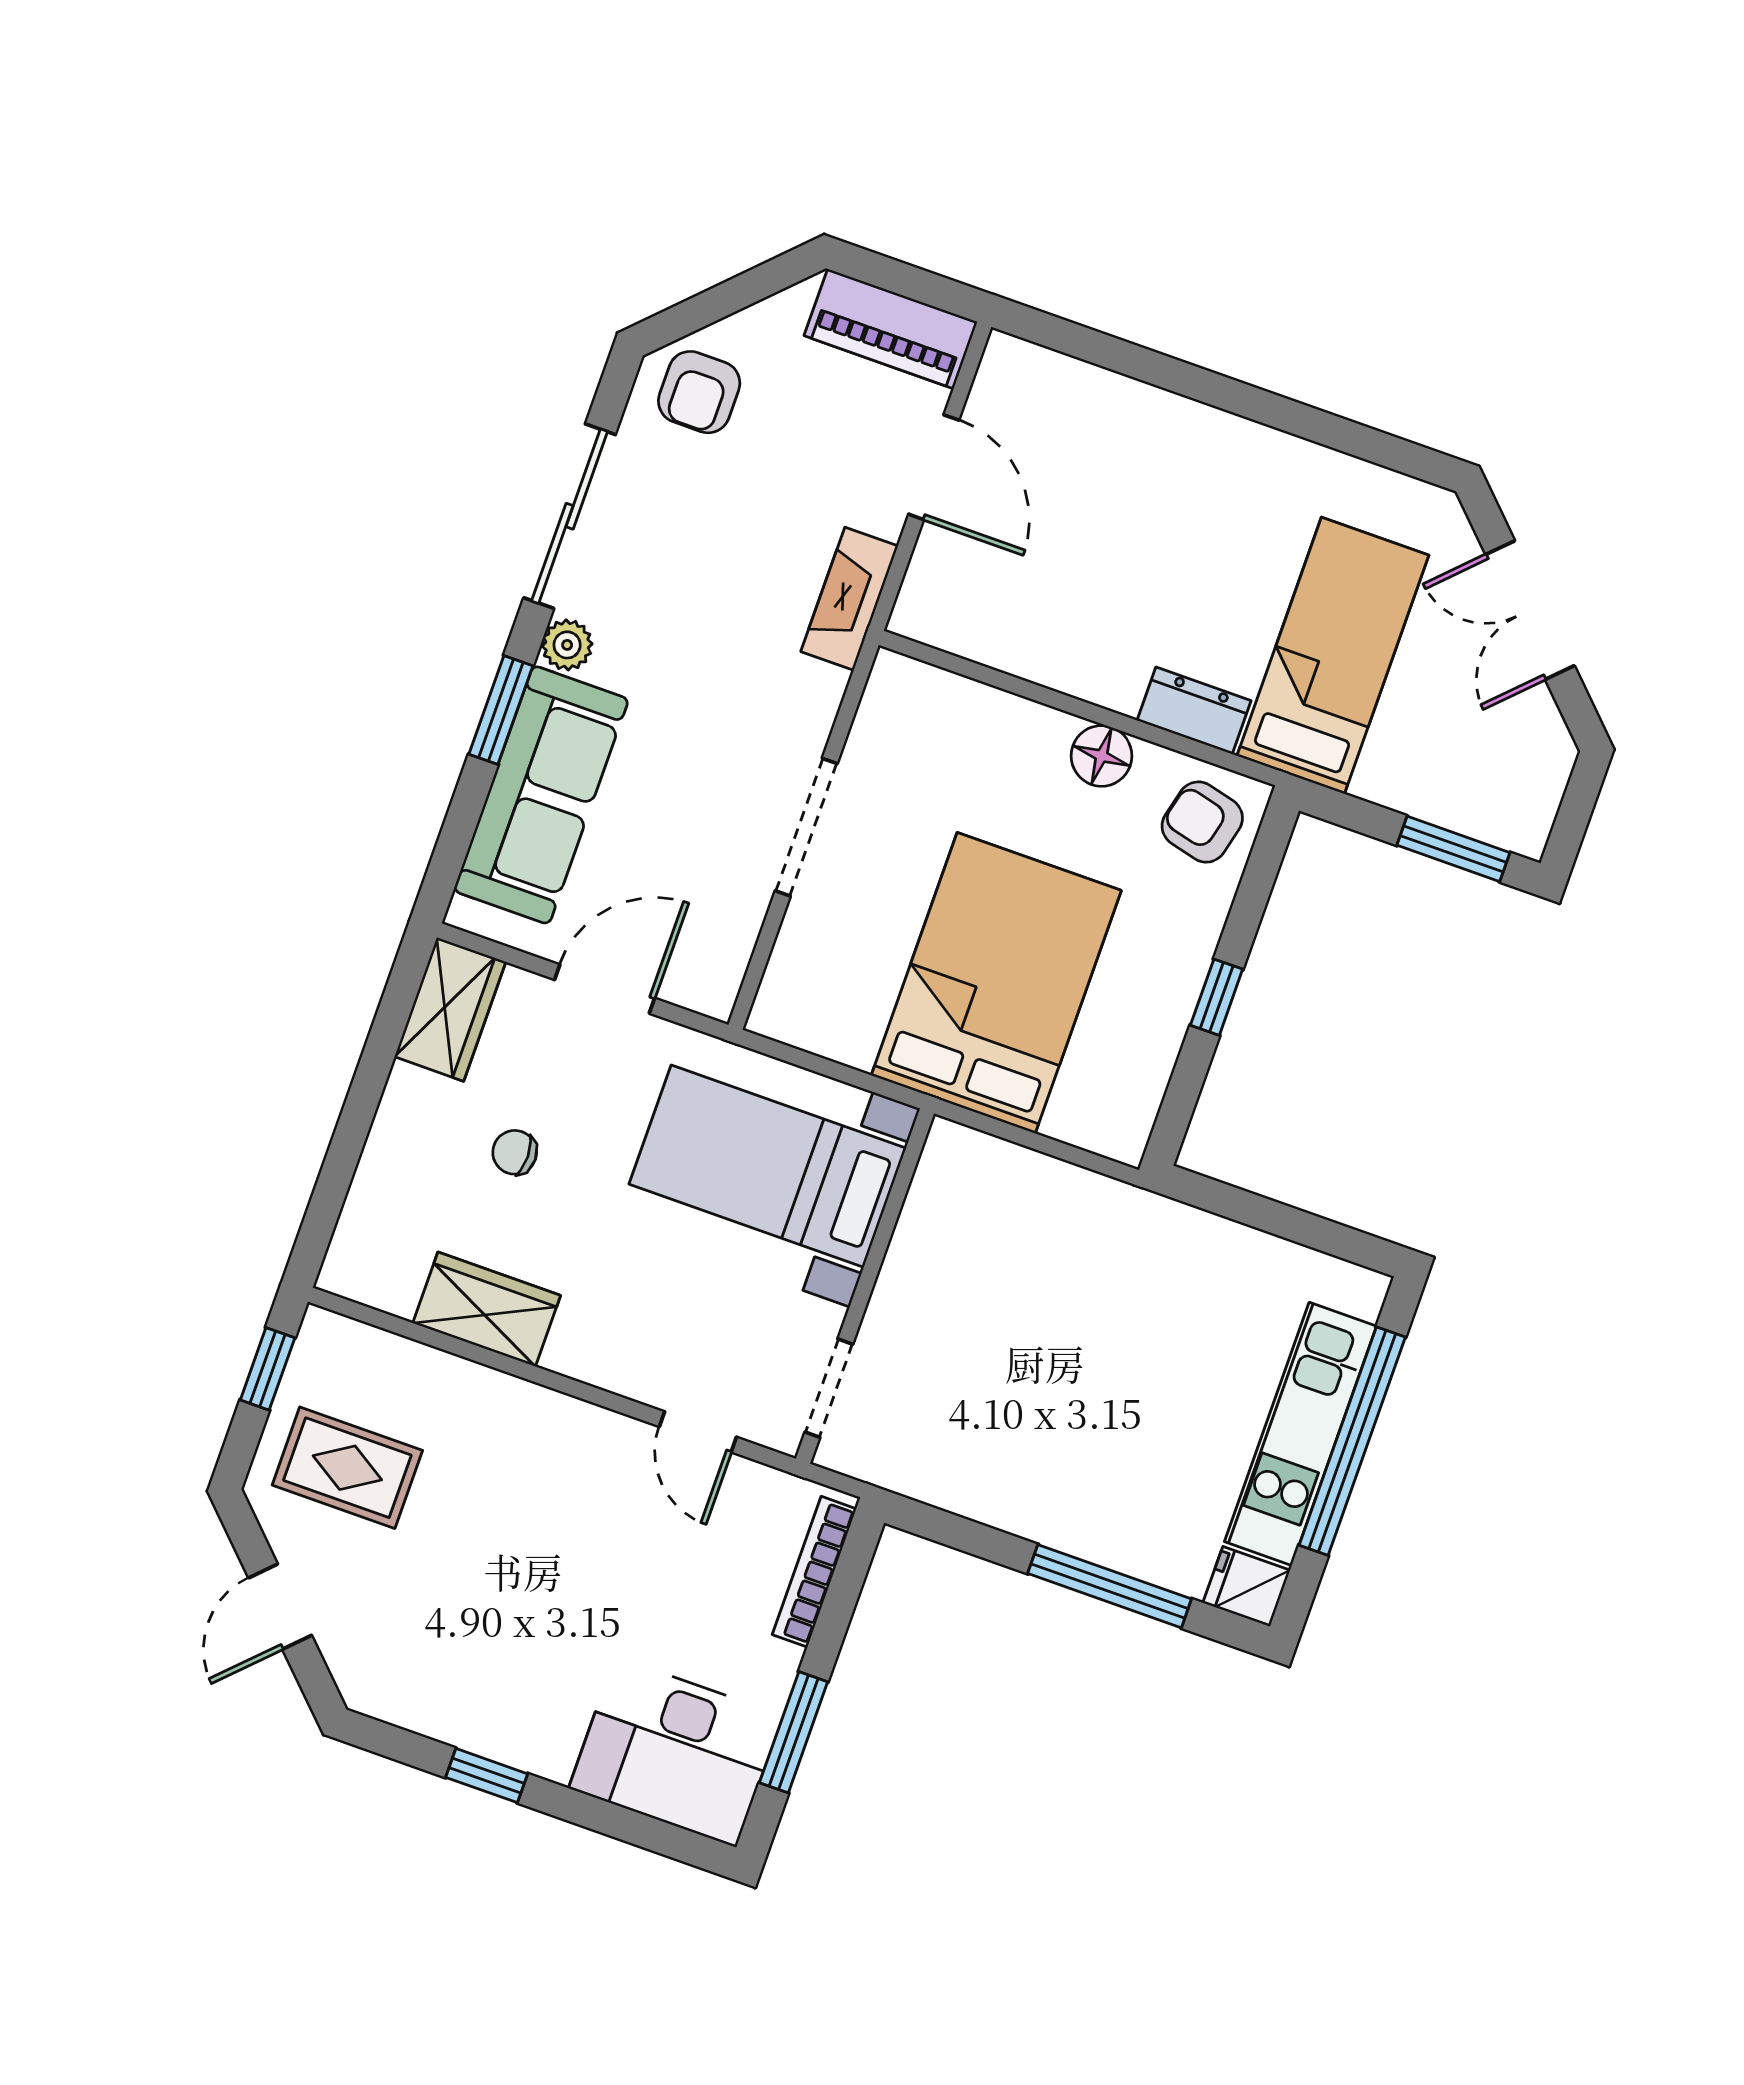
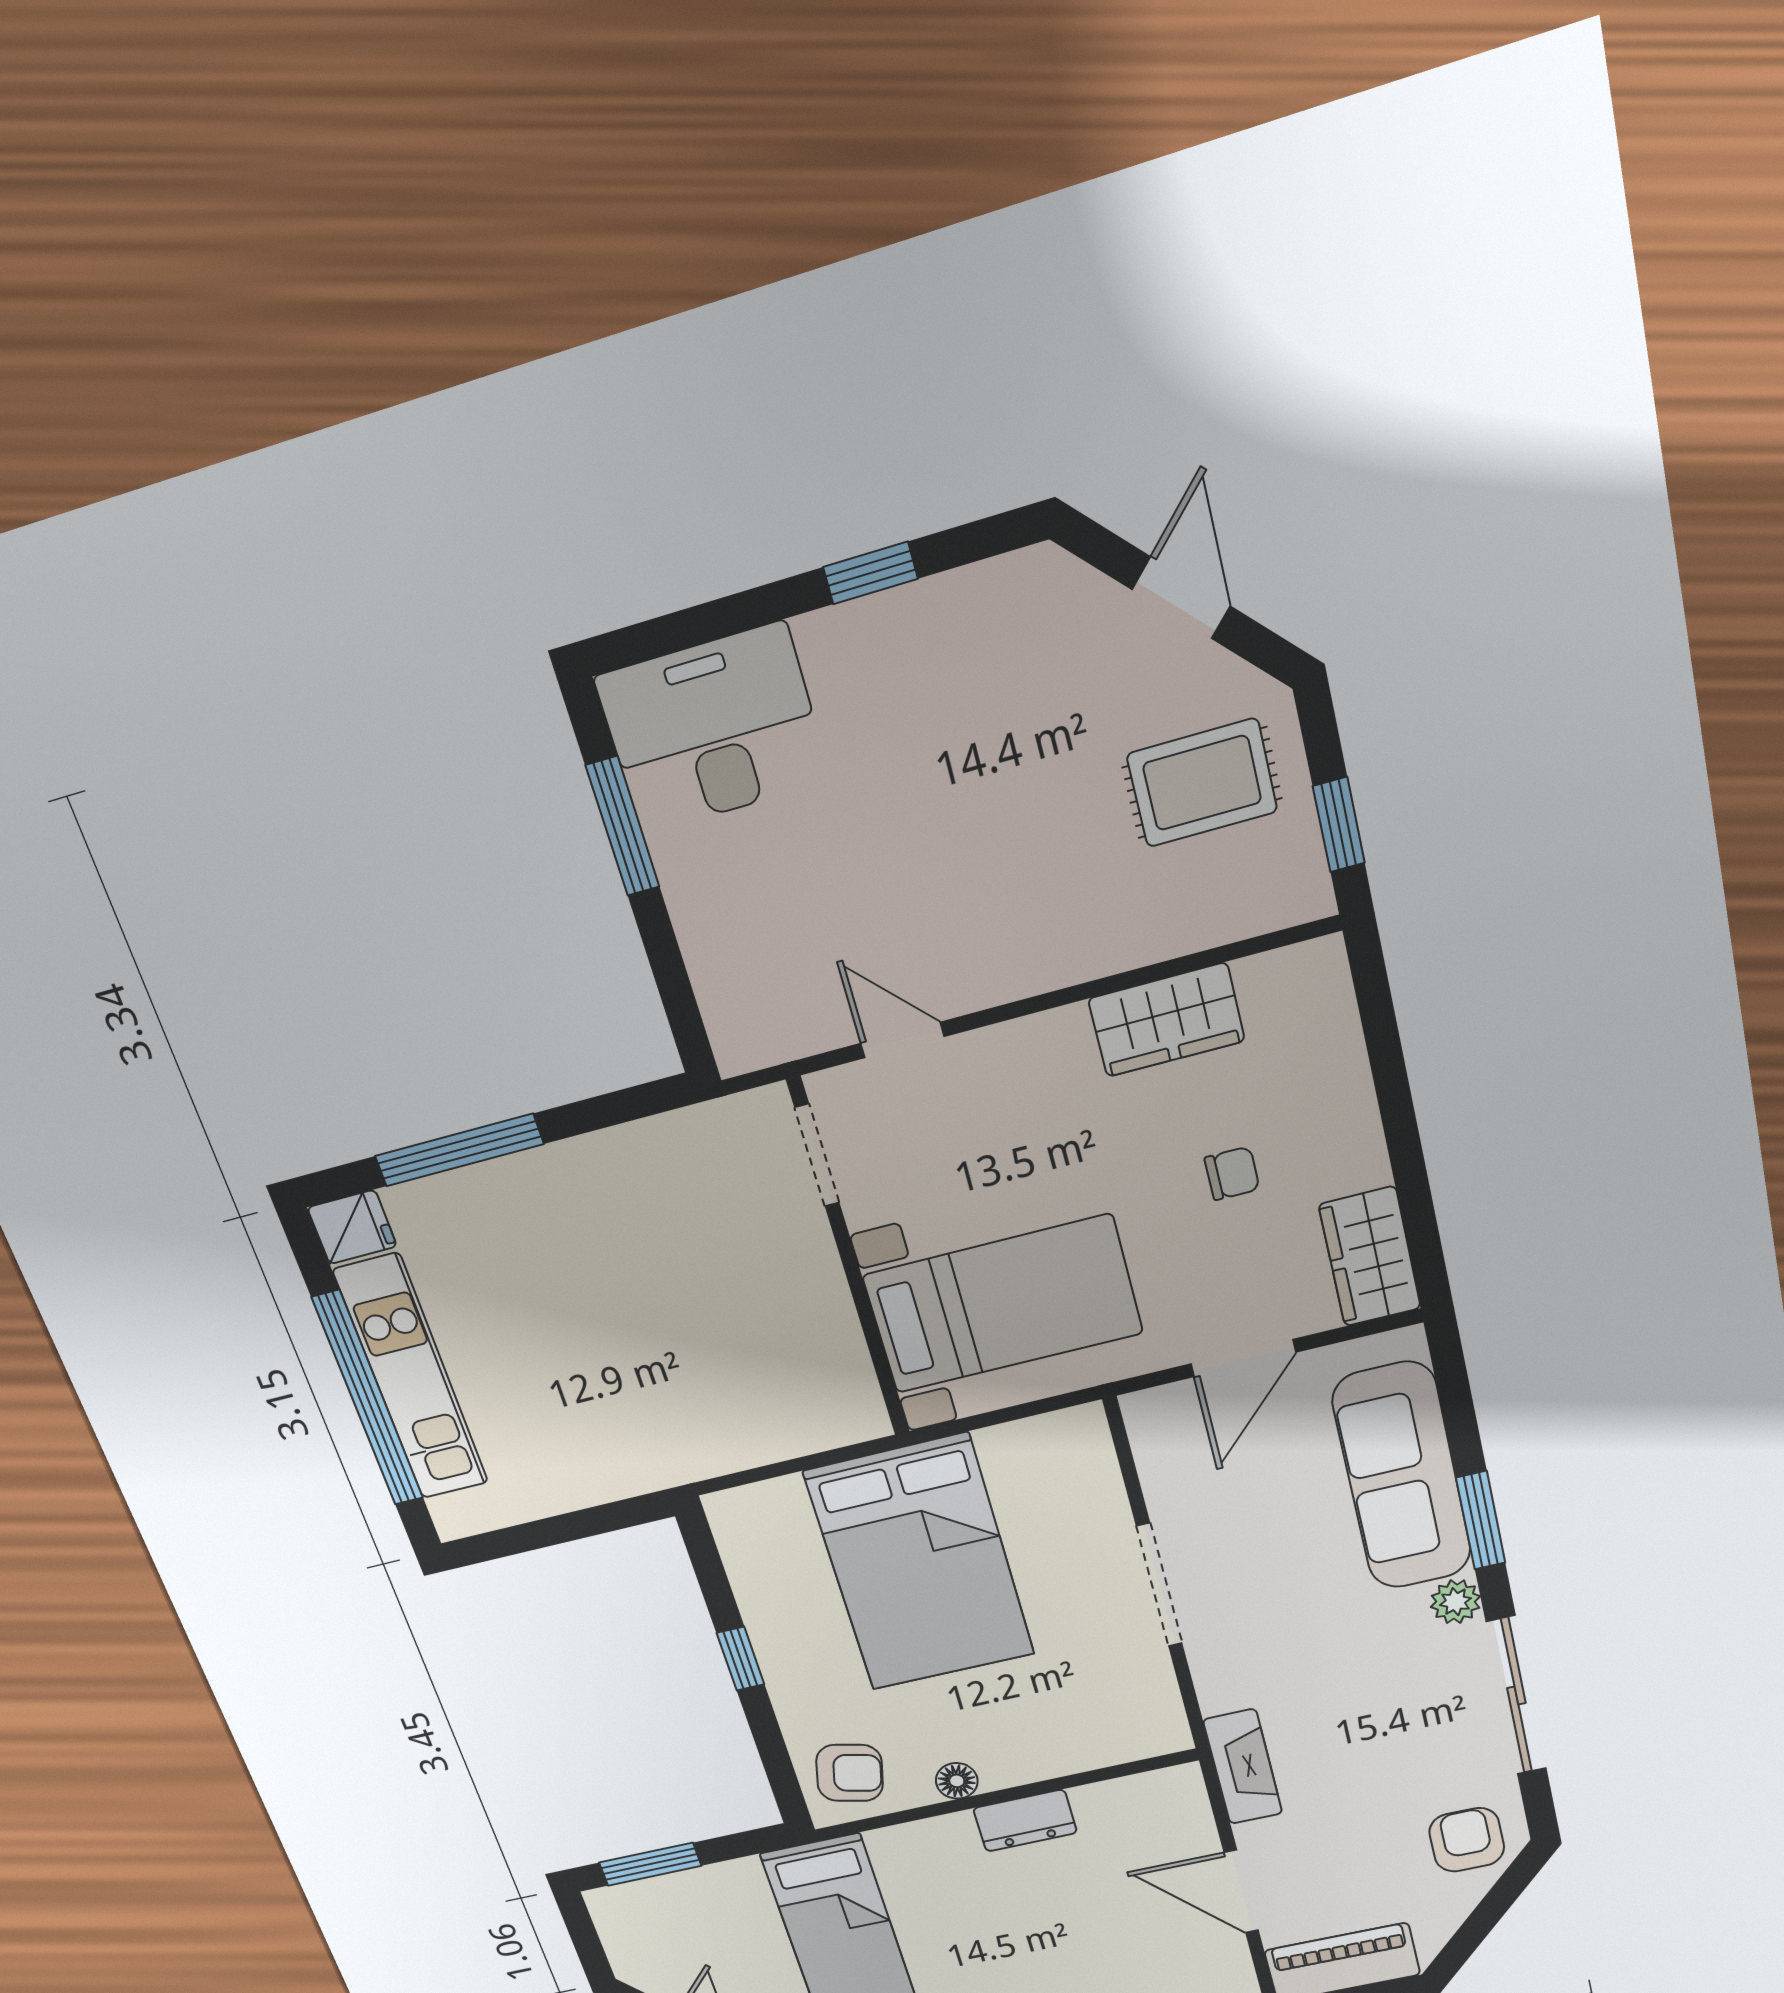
dresser: (1194, 711) -> (1025, 1821), moved
floor lamp: (1102, 756) -> (957, 1781), width x0.73, depth x0.73
bookcase: (814, 1572) -> (712, 987), removed

